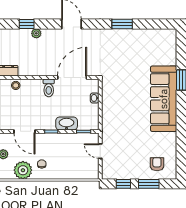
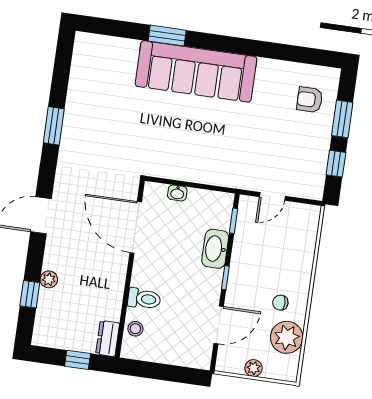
toilet: (49, 88) -> (144, 299), moved

